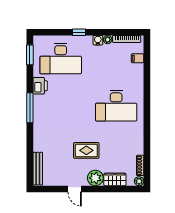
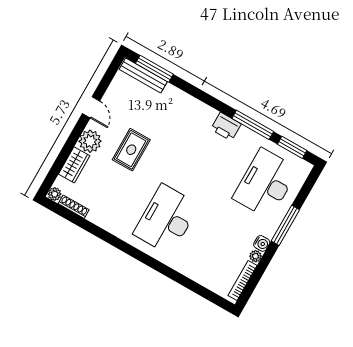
window: (79, 32) -> (285, 225), width x2.17
filing cabinet: (138, 58) -> (211, 280), removed
printer: (40, 86) -> (226, 127), moved
window: (30, 108) -> (253, 125), moved
window: (30, 164) -> (154, 69), added
door: (75, 189) -> (91, 107), swing flipped

